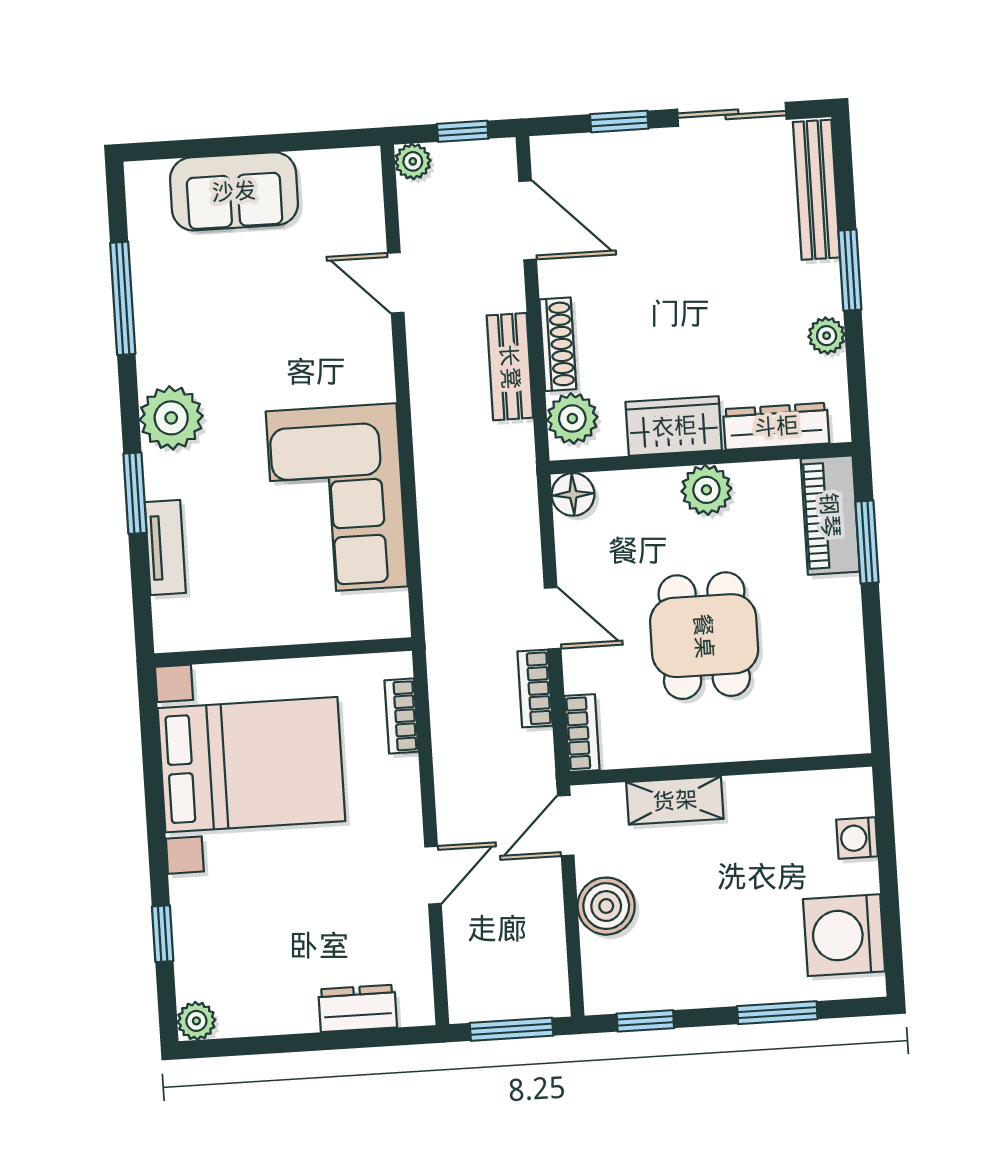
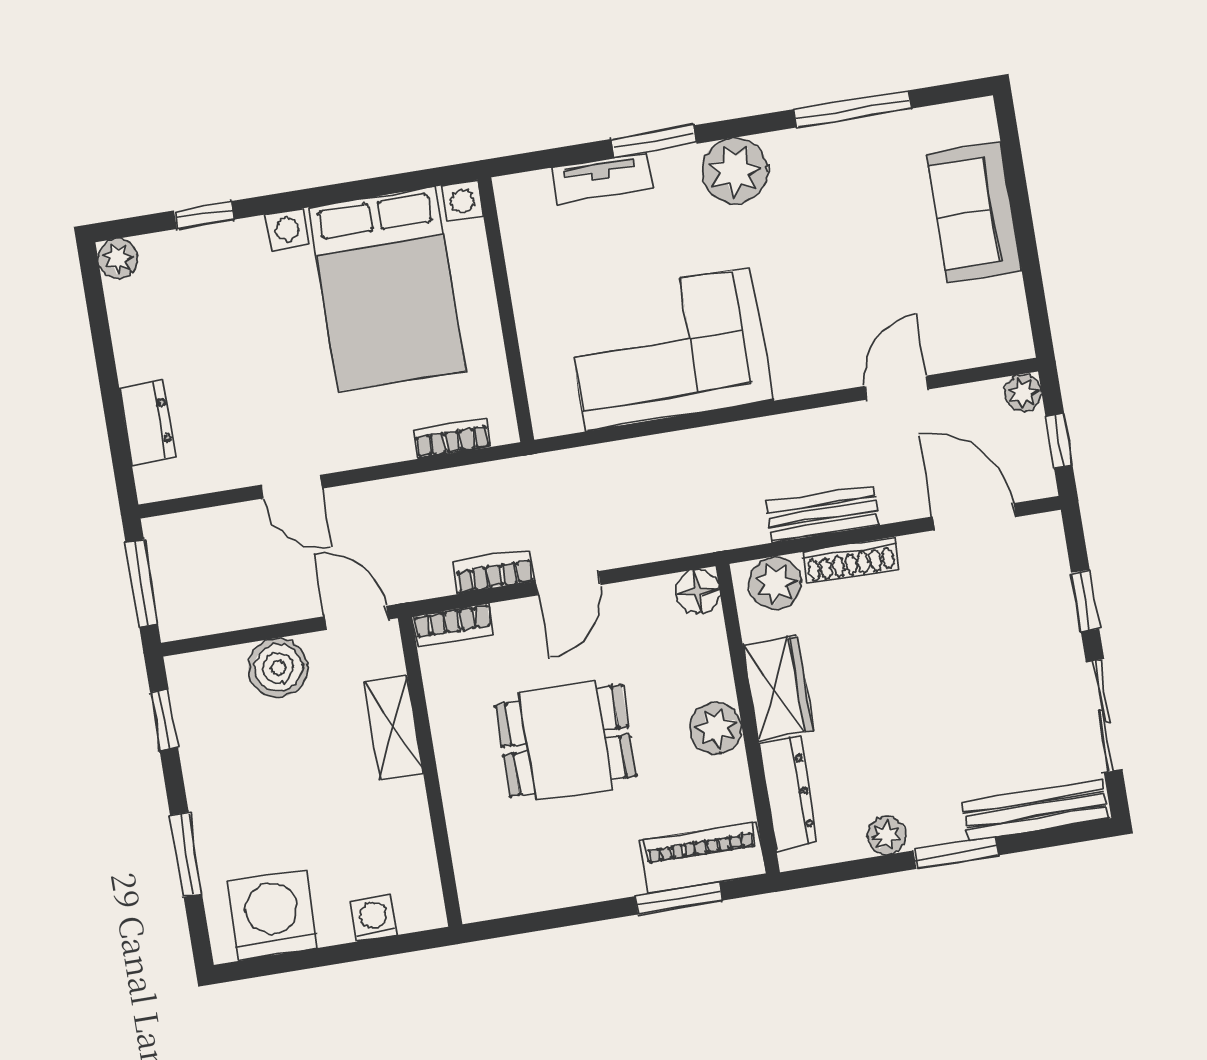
door: (528, 220) -> (974, 517), swing flipped

